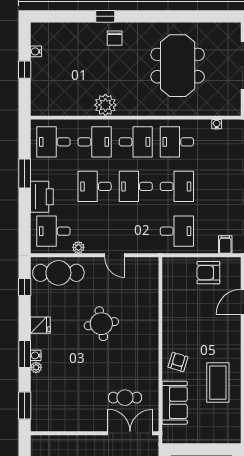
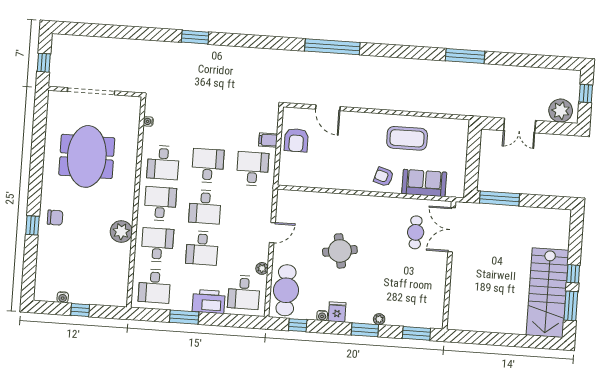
meeting table: (178, 66) -> (87, 156), turned 90
filing cabinet: (225, 245) -> (268, 140), moved
water cooler: (36, 355) -> (322, 316), moved

